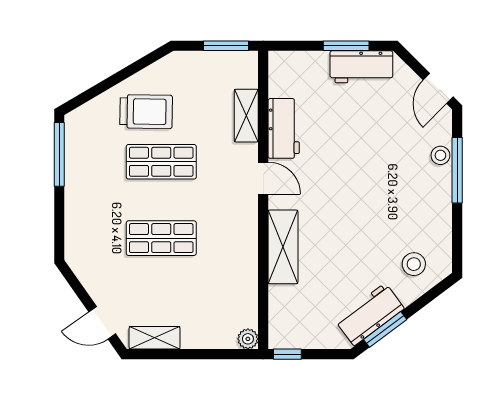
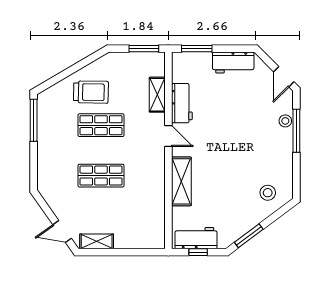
window: (346, 46) -> (197, 49), moved
workbench: (370, 314) -> (196, 238), moved, turned 37
plant: (248, 339) -> (158, 242), removed
window: (287, 354) -> (198, 252), moved

